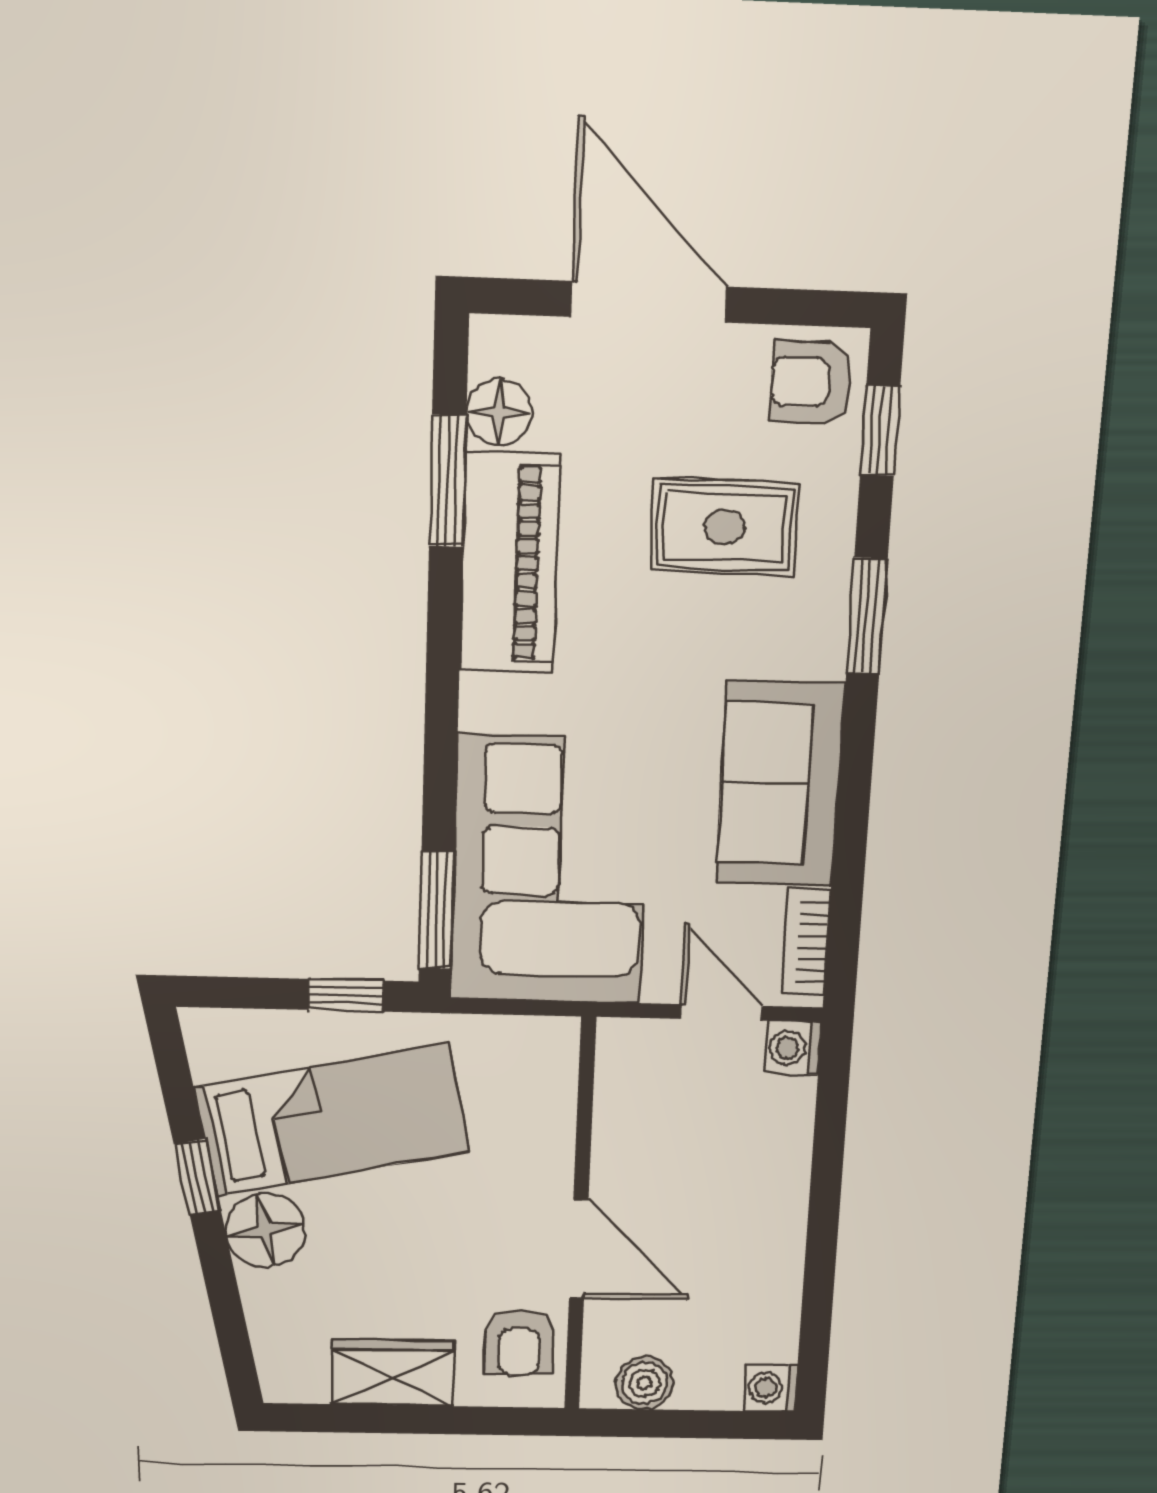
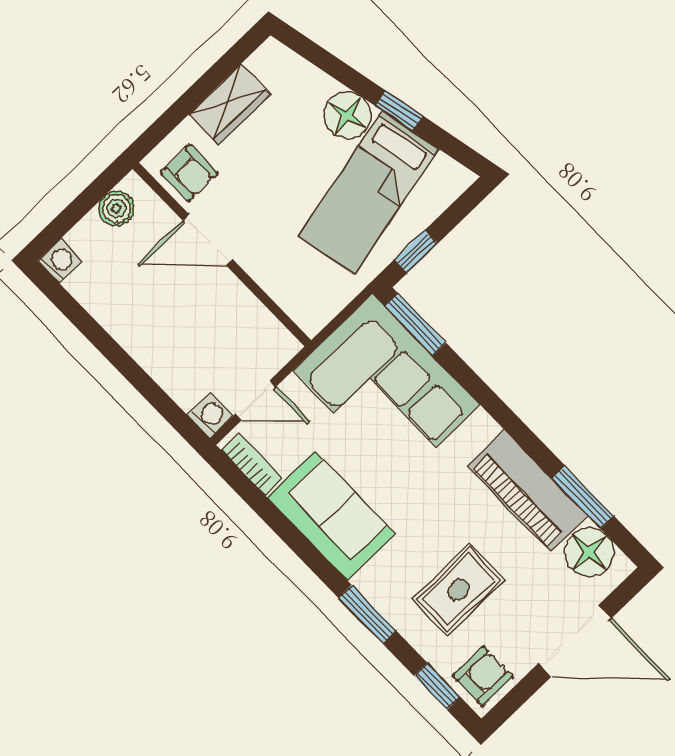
floor lamp: (499, 412) -> (589, 552), width x1.38, depth x1.38
armchair: (519, 1343) -> (189, 173), turned 180

